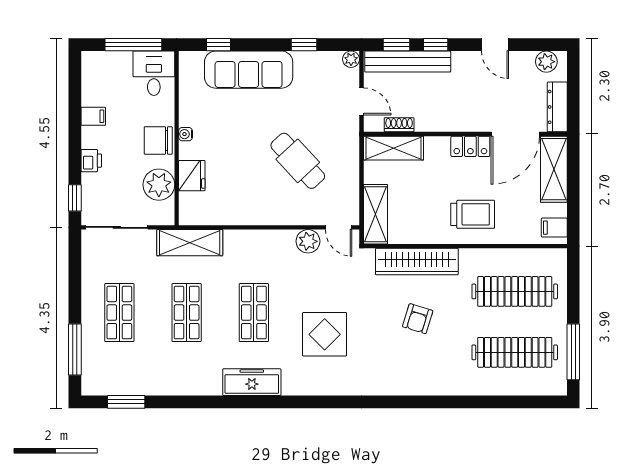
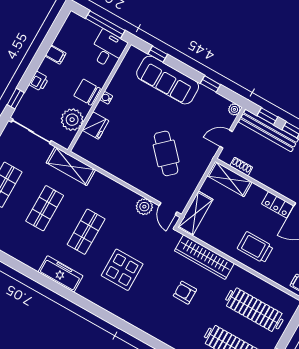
door: (361, 101) -> (226, 139), swing flipped
trolley: (473, 214) -> (255, 247), turned 180
armchair: (418, 319) -> (185, 293), turned 73

